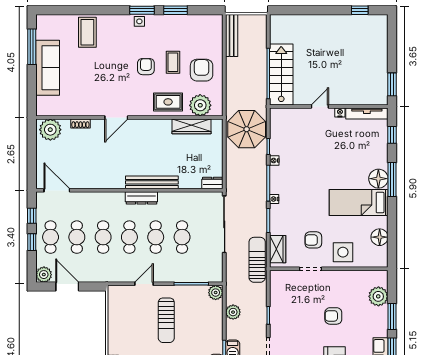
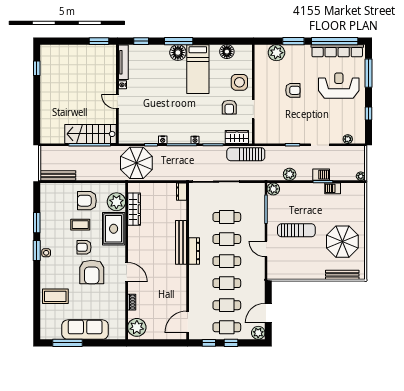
armchair: (116, 76) -> (92, 272), added
rug: (168, 102) -> (114, 229), width x1.36, depth x1.43
armchair: (333, 316) -> (293, 90), turned -90

